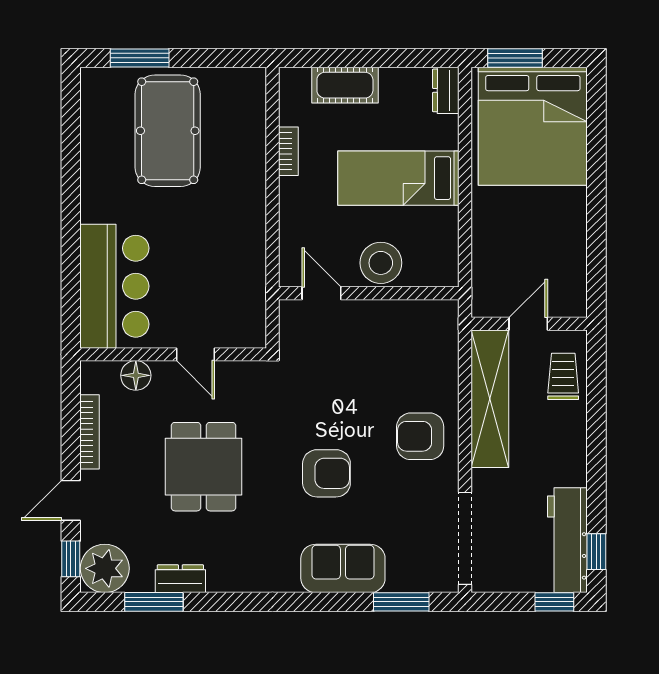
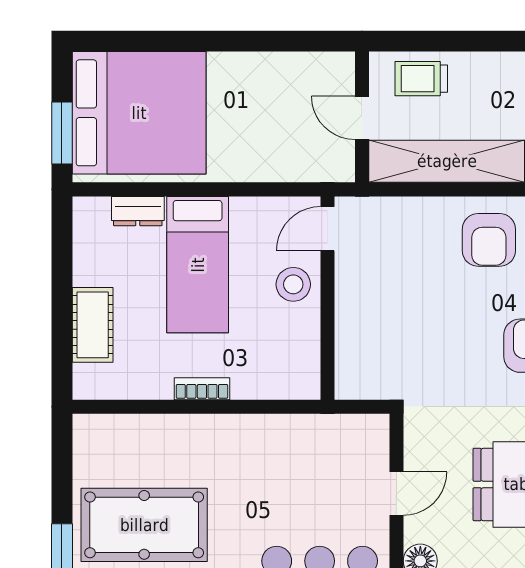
dresser: (446, 90) -> (138, 211), moved
bookcase: (288, 151) -> (202, 389), moved
stool: (381, 263) -> (293, 284), width x0.73, depth x0.73
door: (321, 293) -> (328, 229), moved

